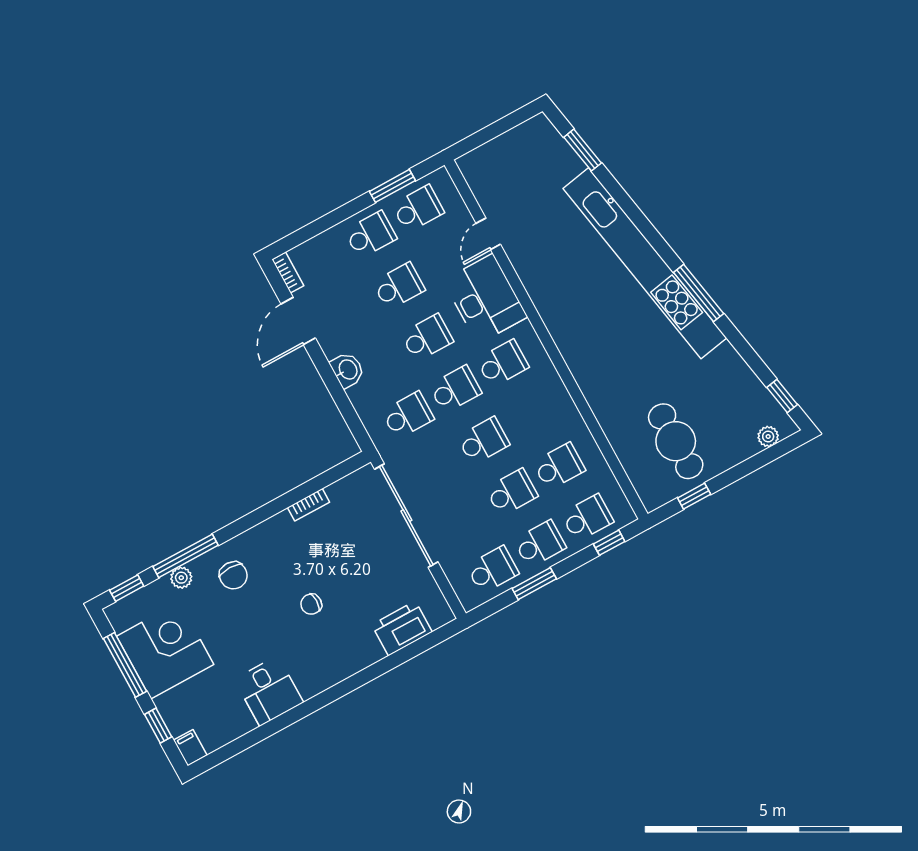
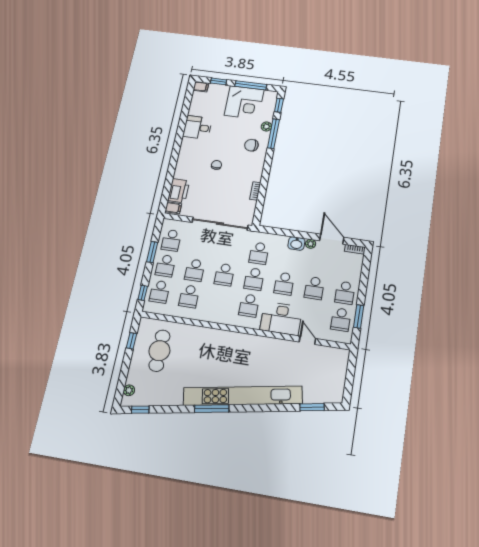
plant: (331, 348) -> (311, 244), added
cafe table: (676, 441) -> (159, 351), turned 90
filing cabinet: (437, 613) -> (173, 208), added

